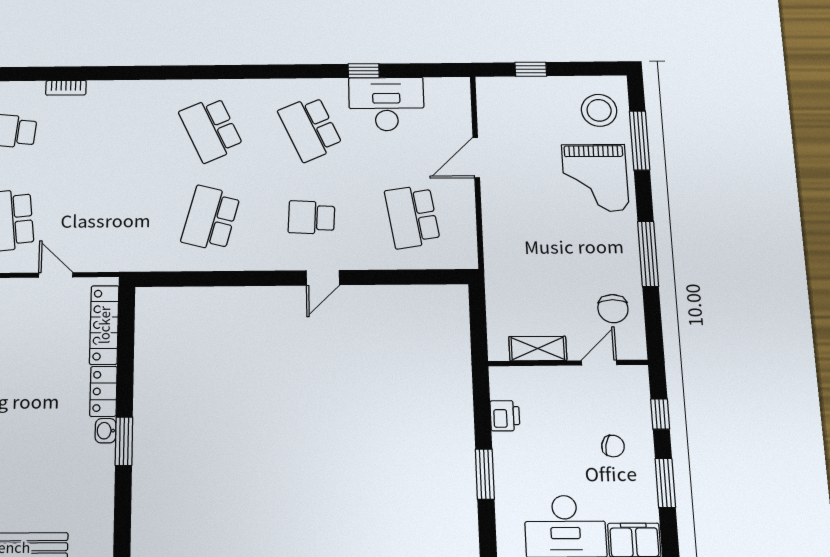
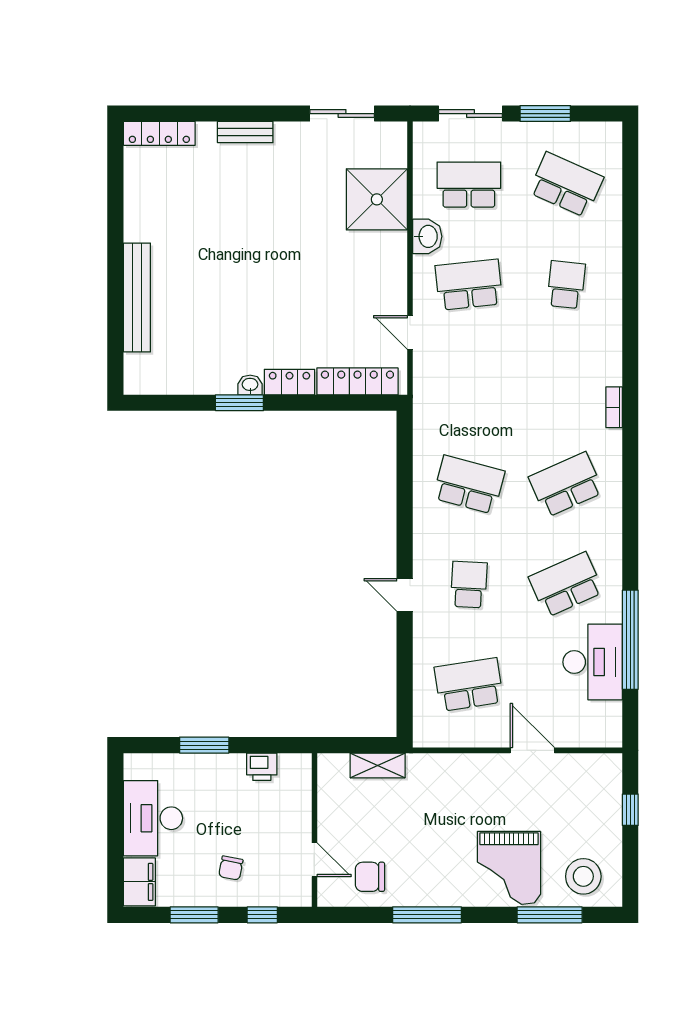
window: (364, 71) -> (630, 640), width x3.17
bookcase: (66, 88) -> (614, 407), moved
grand piano: (595, 178) -> (509, 868), turned -90
door: (56, 275) -> (410, 332), swing flipped
shelving: (538, 349) -> (378, 765), moved, turned 90

